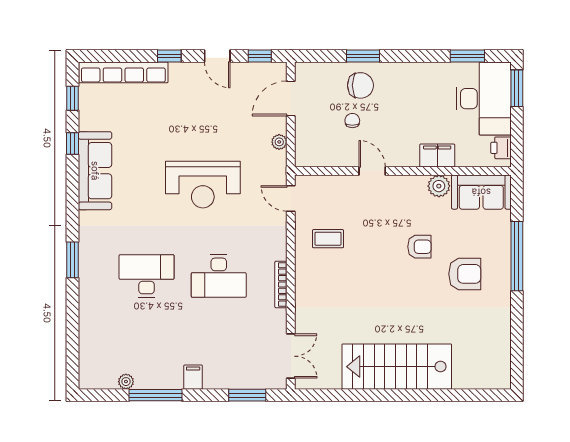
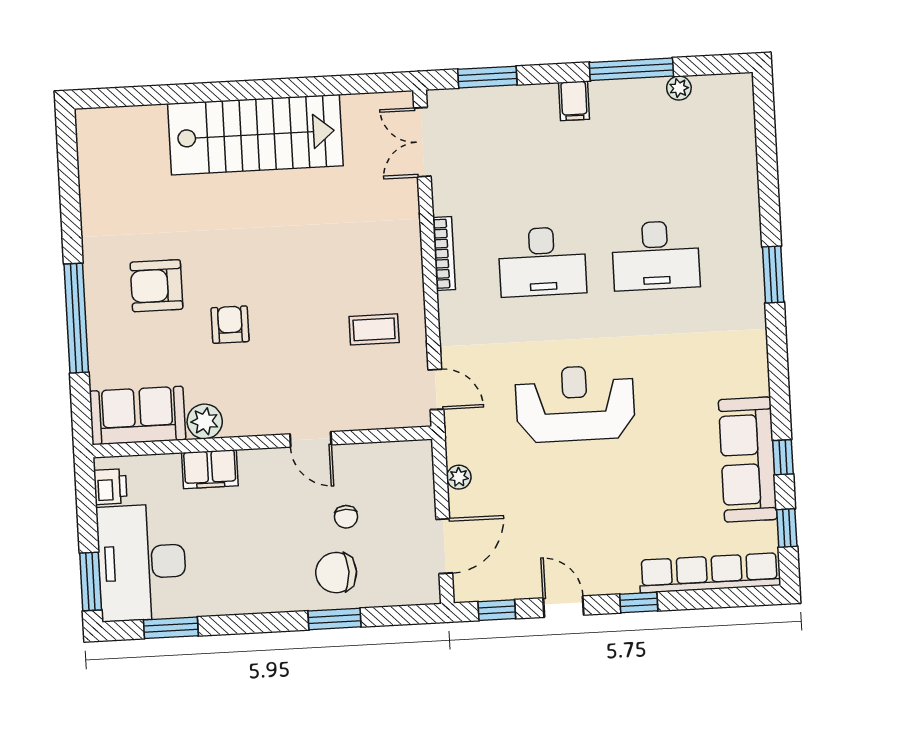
sofa: (95, 171) -> (748, 460), moved
armchair: (419, 247) -> (230, 325), turned 90
desk: (219, 276) -> (542, 262), turned 180

